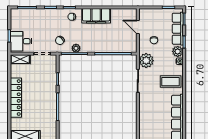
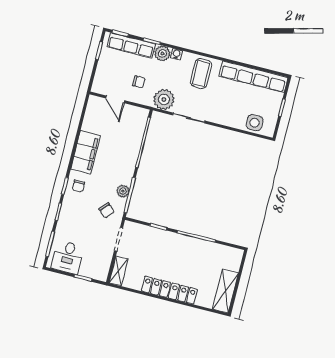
door: (138, 27) -> (115, 99), hinge flipped
desk: (21, 41) -> (68, 257), moved
side table: (146, 127) -> (255, 123), added

